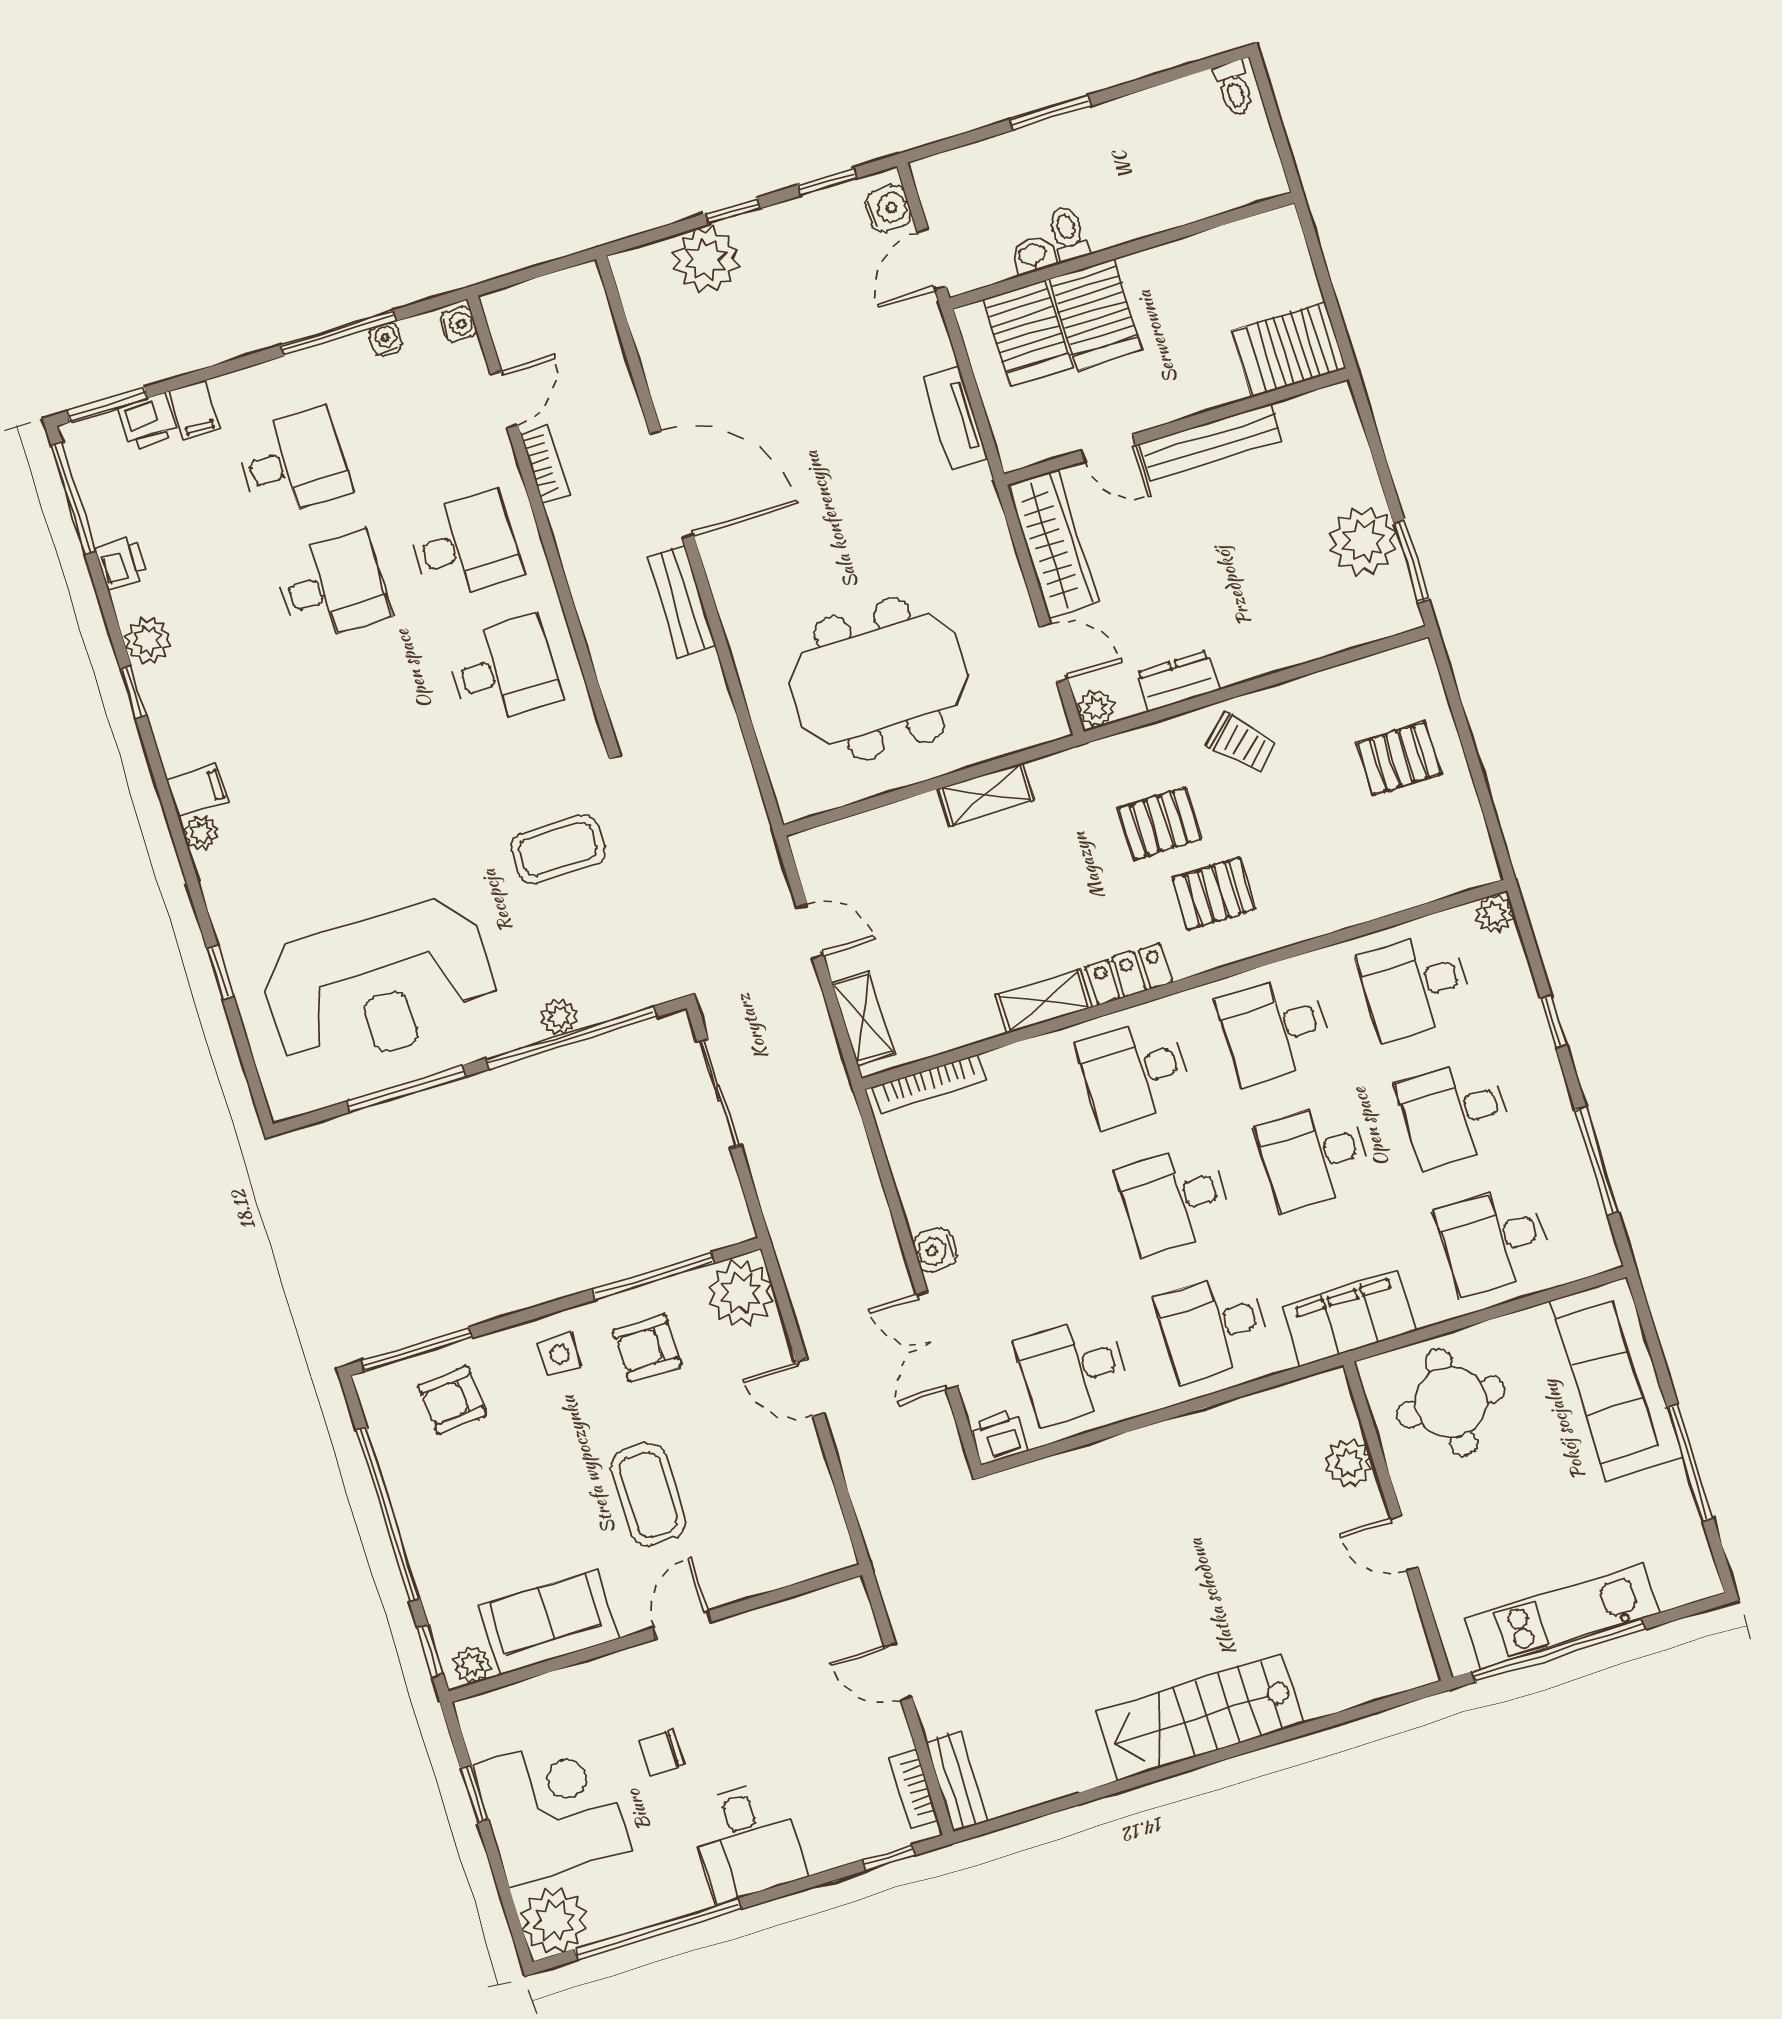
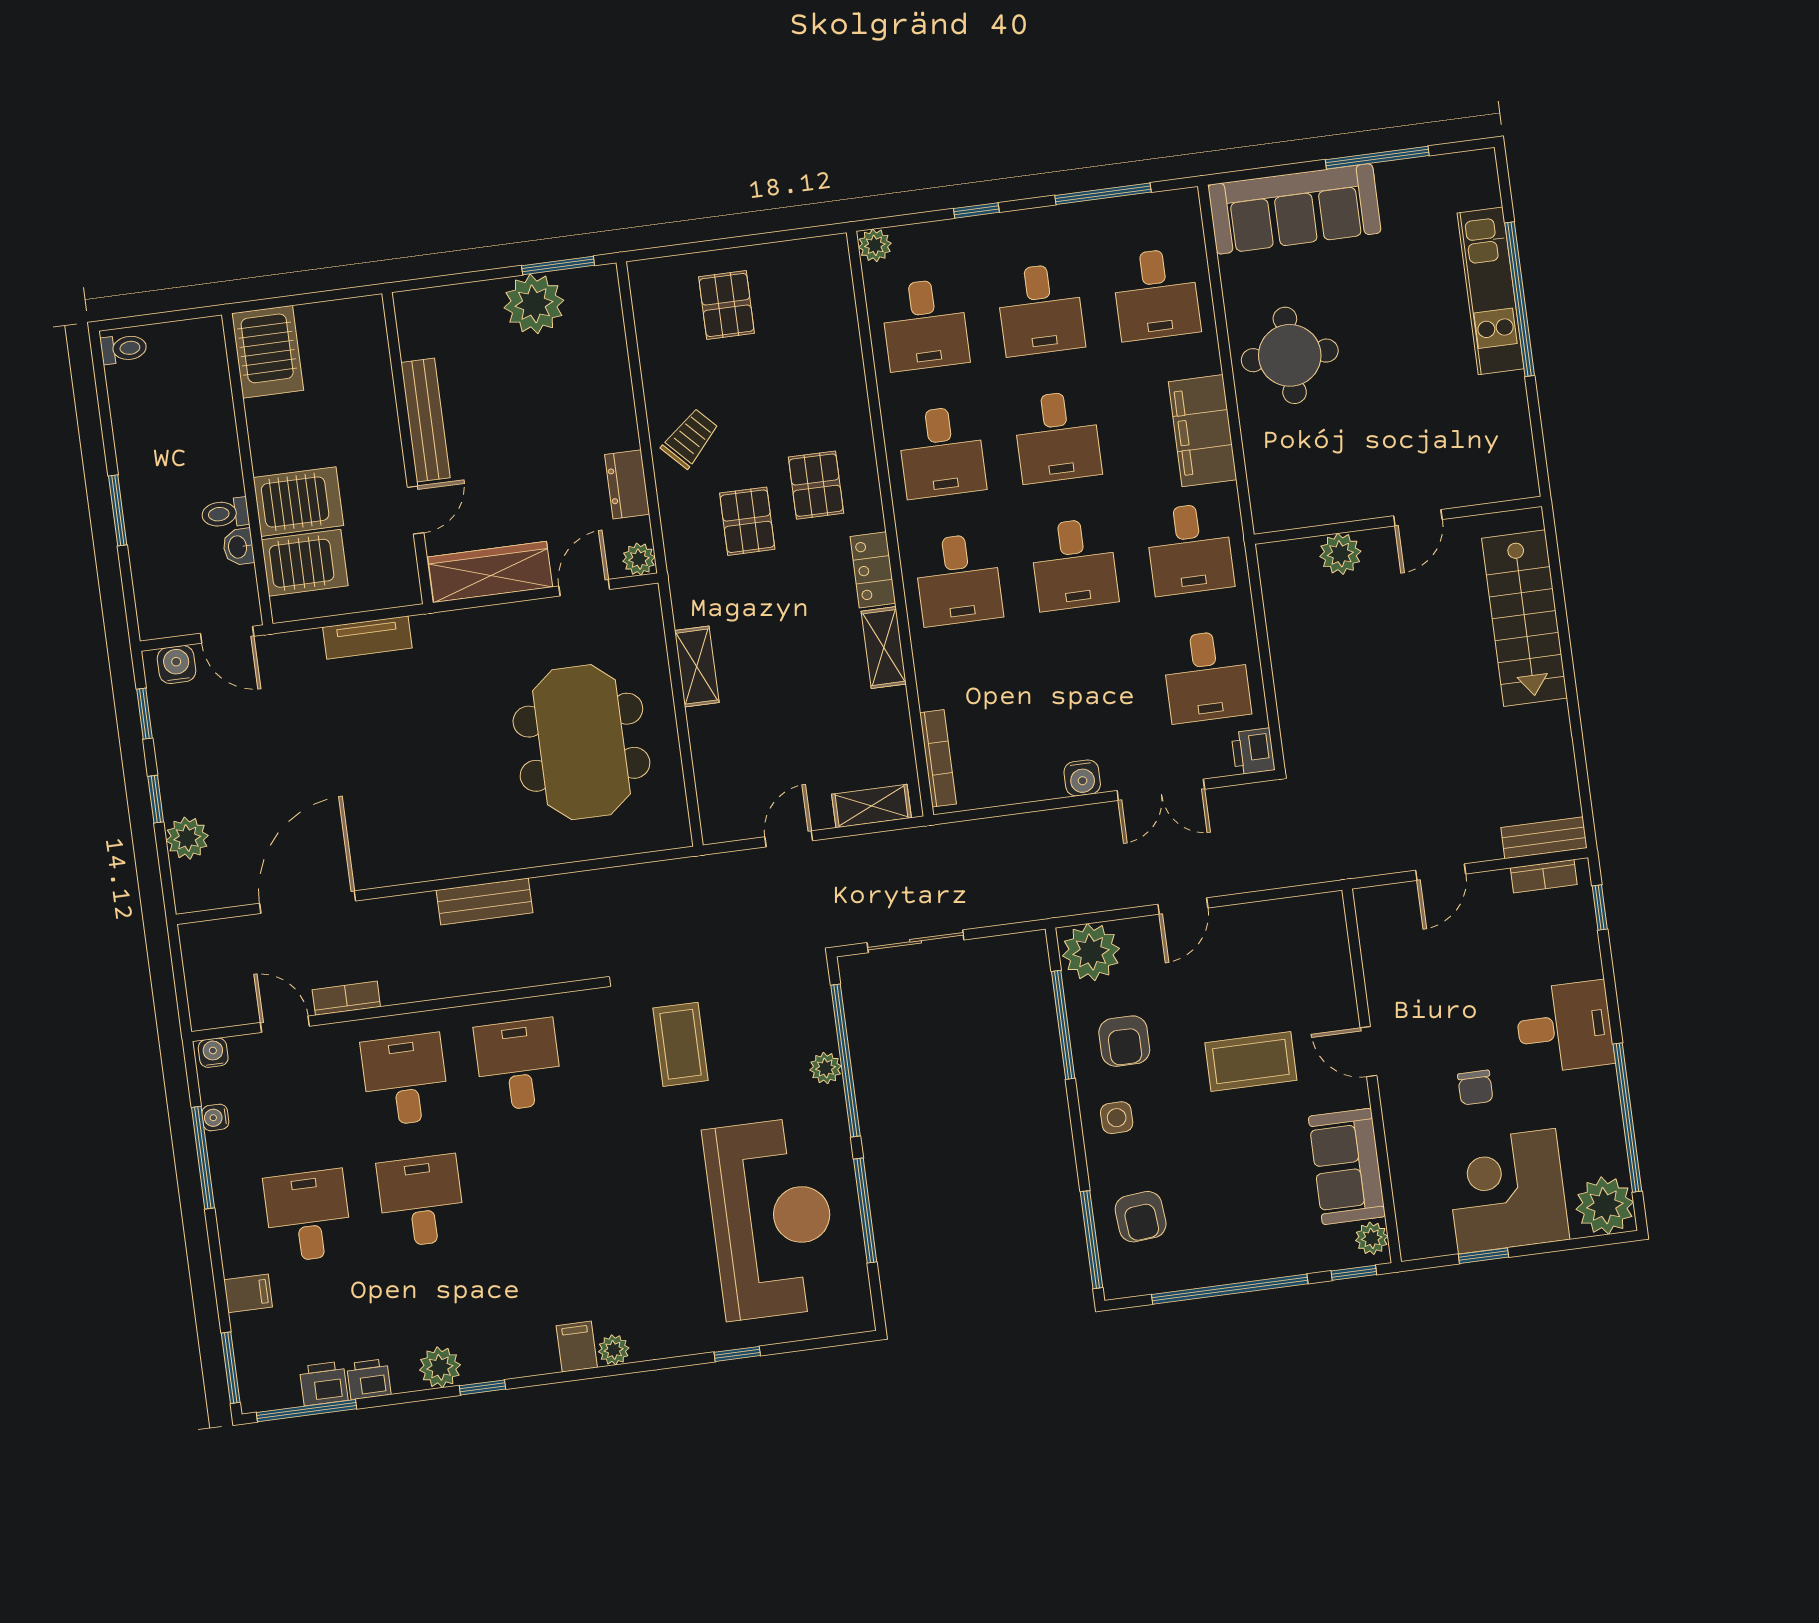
plant: (706, 260) -> (187, 838), width x0.73, depth x0.73
server rack: (1289, 350) -> (268, 352), moved
printer: (148, 422) -> (324, 1383), moved, turned -90
door: (672, 485) -> (308, 902), moved
plant: (1349, 1463) -> (1340, 554), moved
wall: (1398, 1521) -> (1398, 520), moved
door: (1404, 1543) -> (1418, 518), moved

